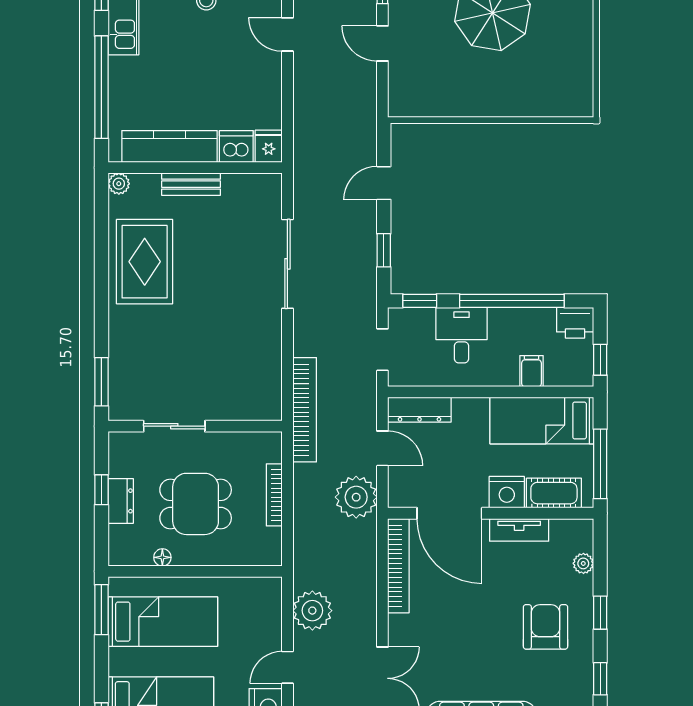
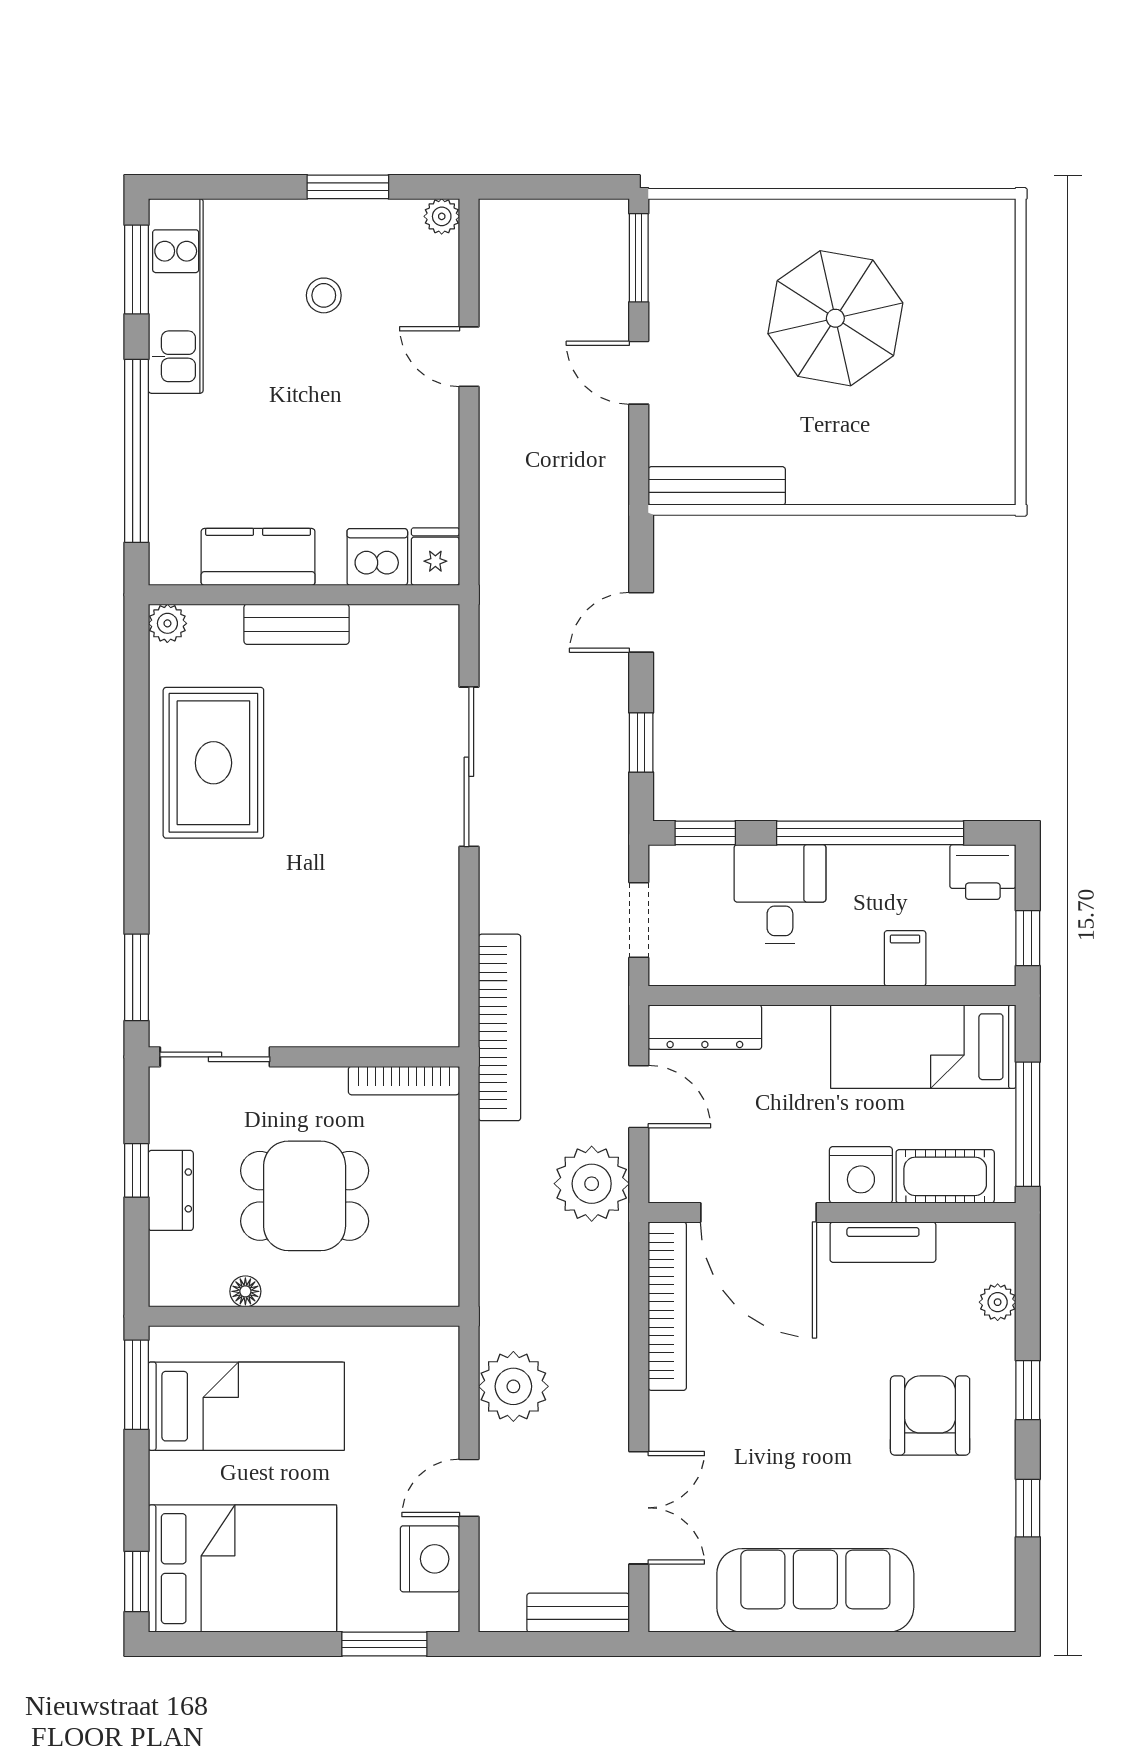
bench: (426, 107) -> (717, 486), added
kitchen counter: (169, 146) -> (258, 557), width x0.67
sliding door: (174, 426) -> (215, 1057), moved
bookcase: (274, 495) -> (404, 1081), moved, turned -90

